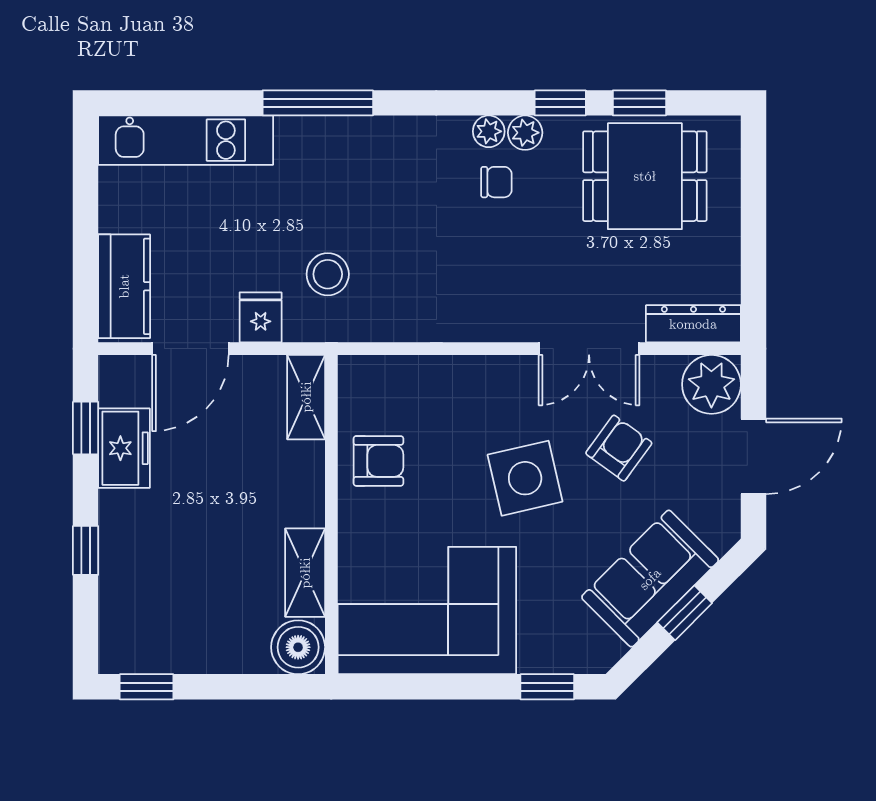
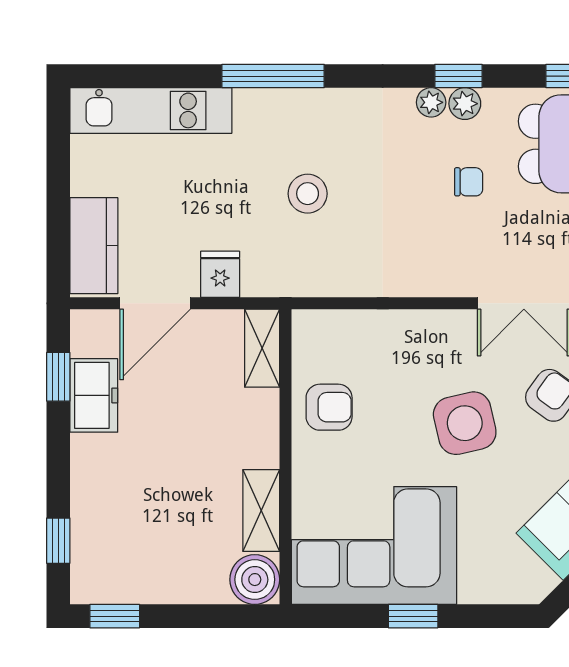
window: (560, 103) -> (458, 76), moved
chair: (496, 182) -> (469, 182), moved
stool: (328, 274) -> (308, 194), moved
window: (86, 550) -> (58, 541), moved
window: (547, 687) -> (413, 616), moved

